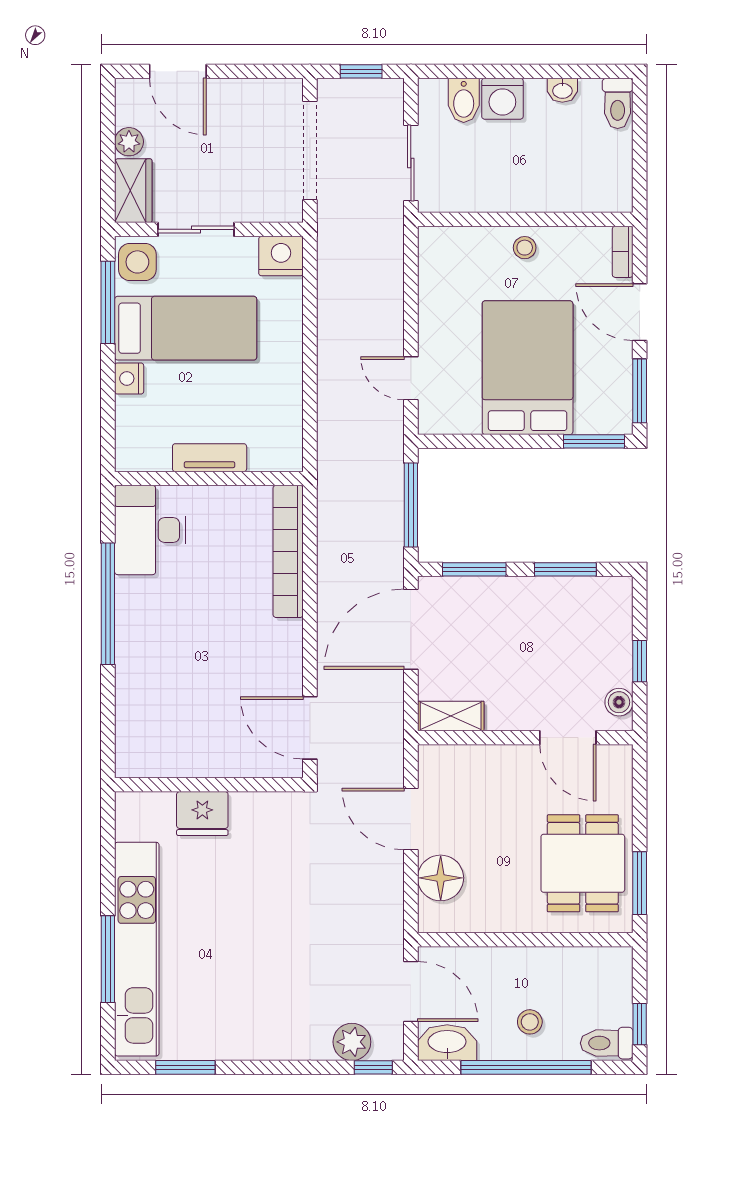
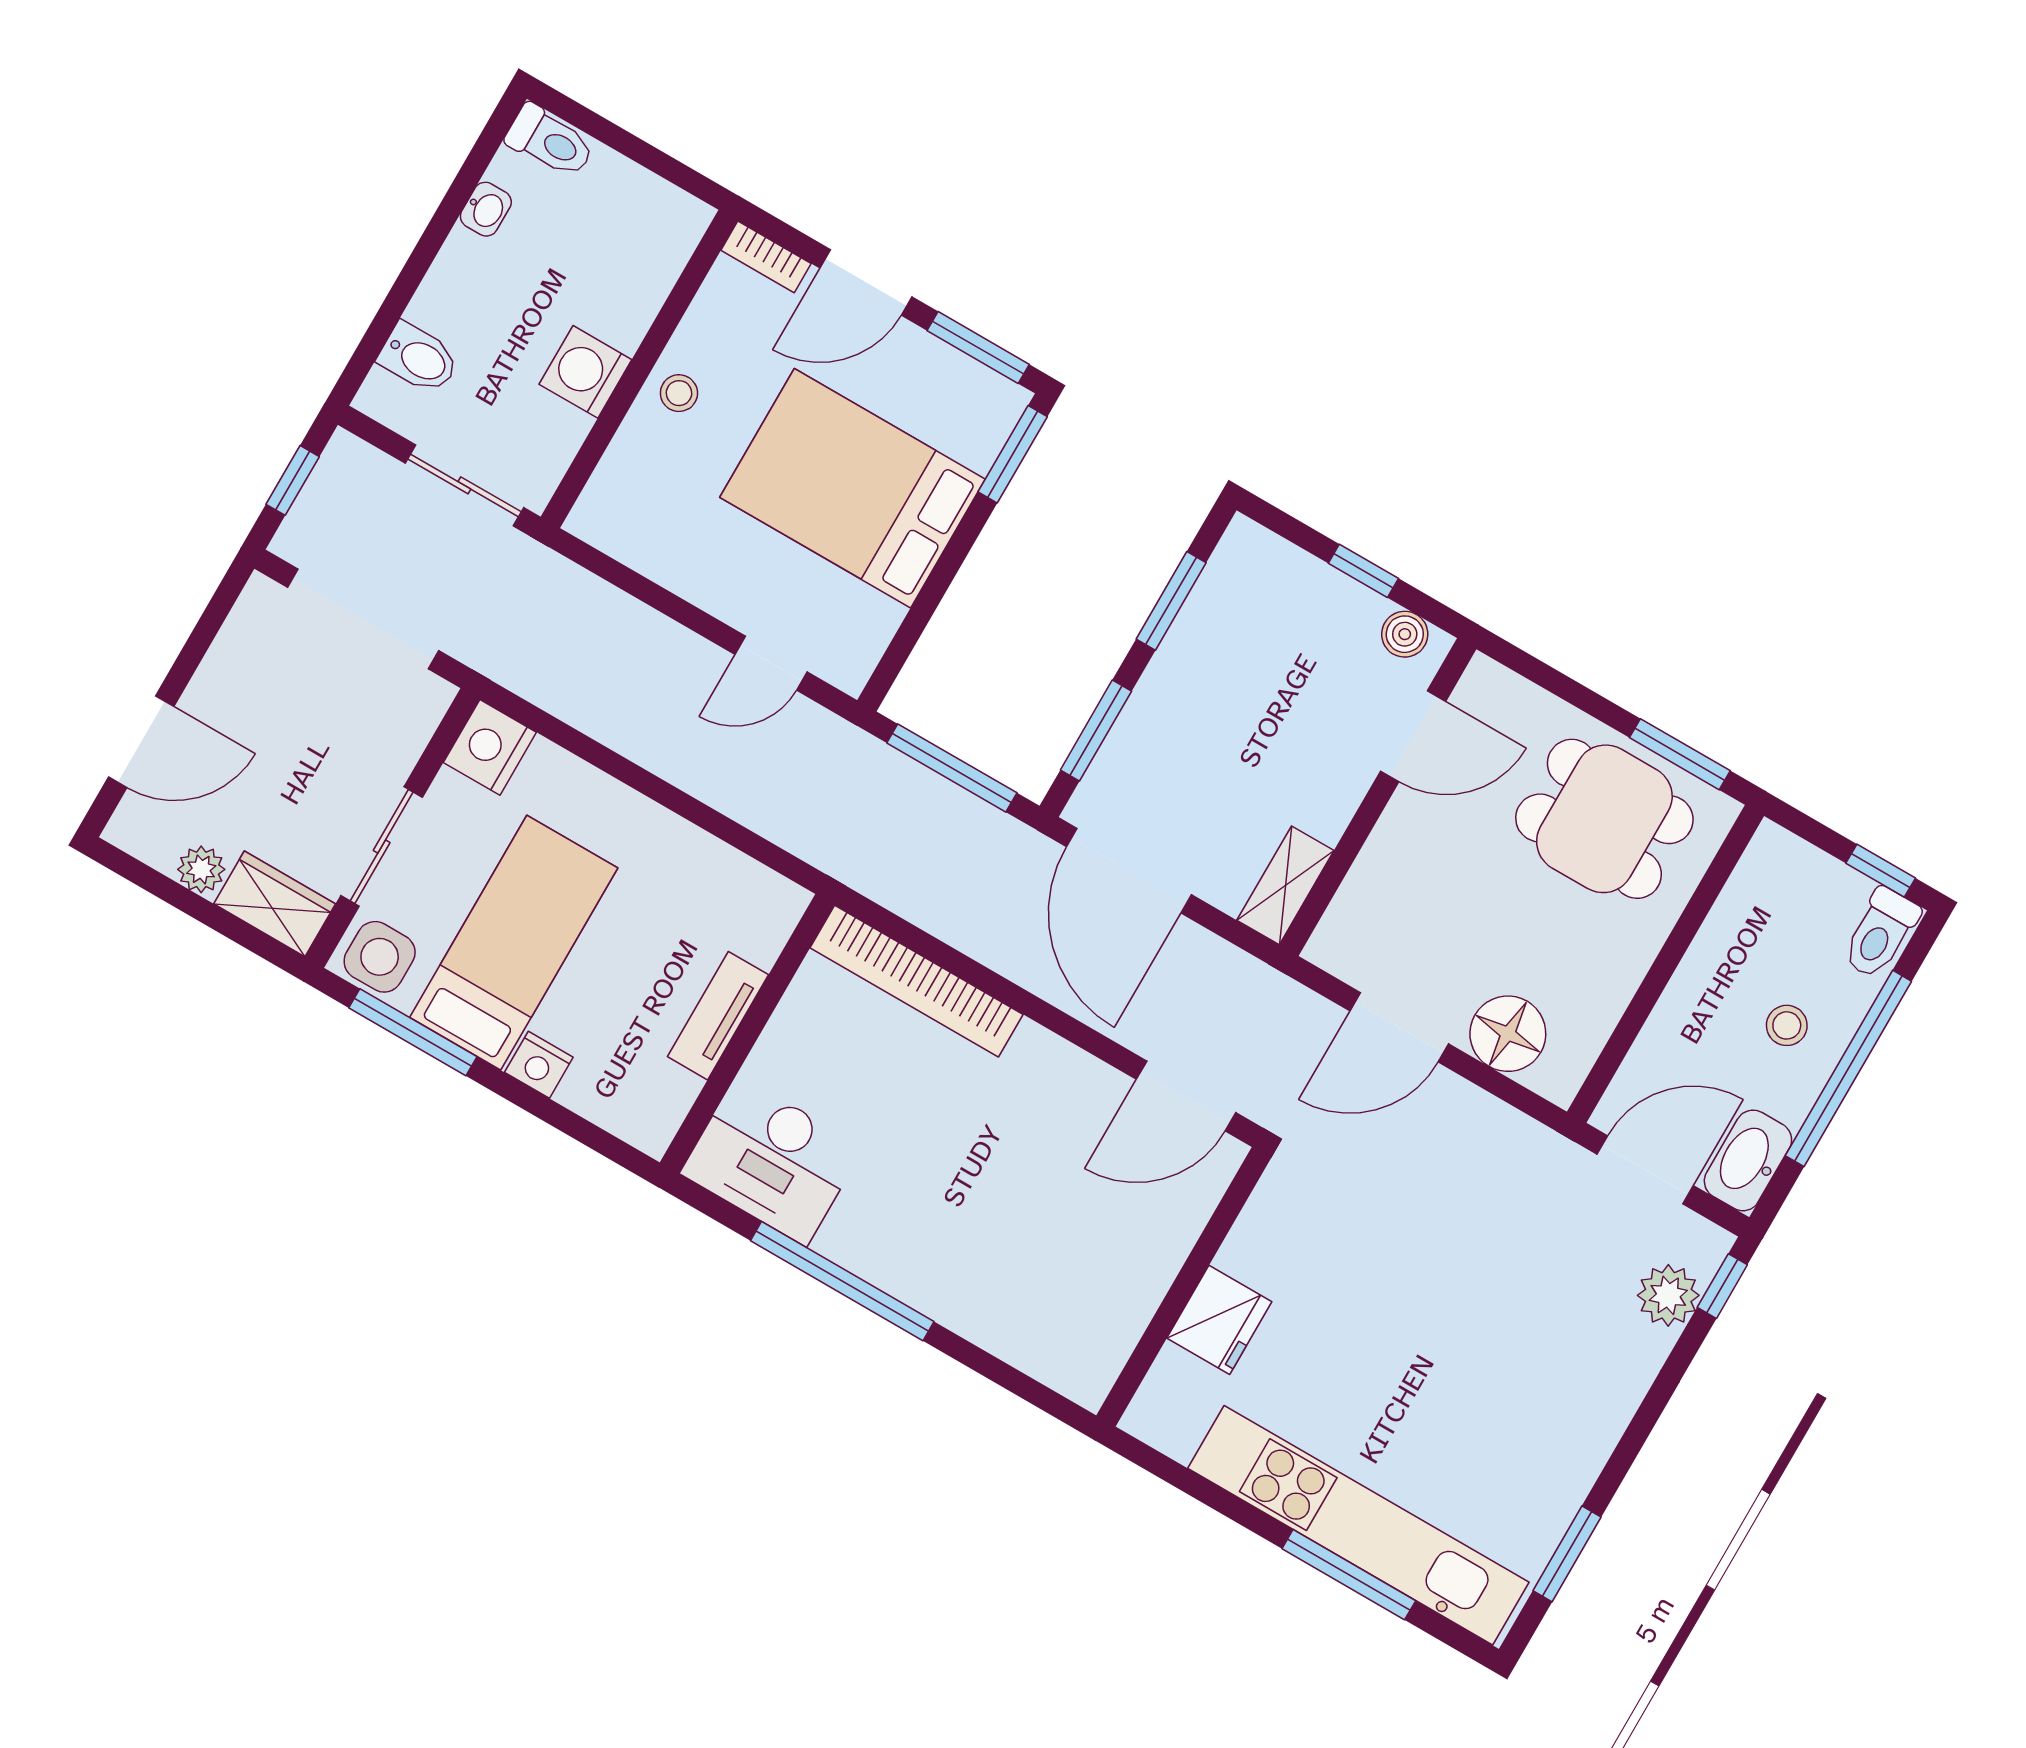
washing machine: (502, 99) -> (585, 372), moved, turned 180

